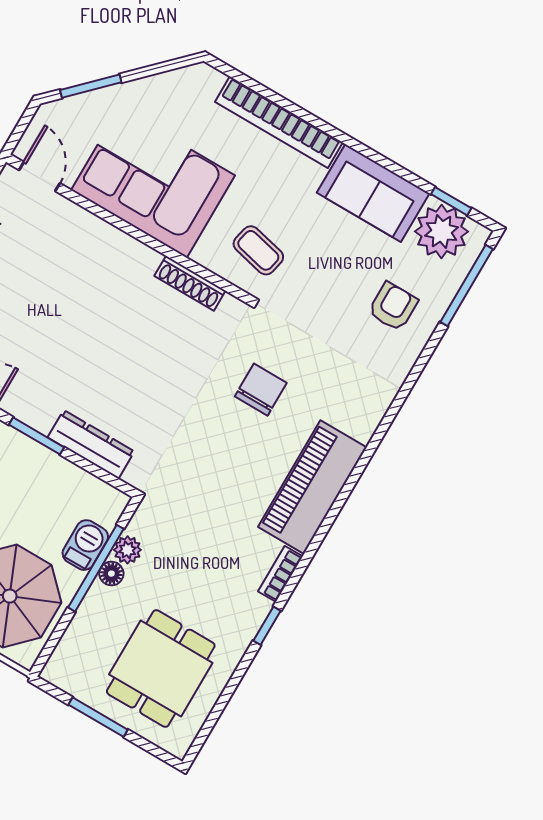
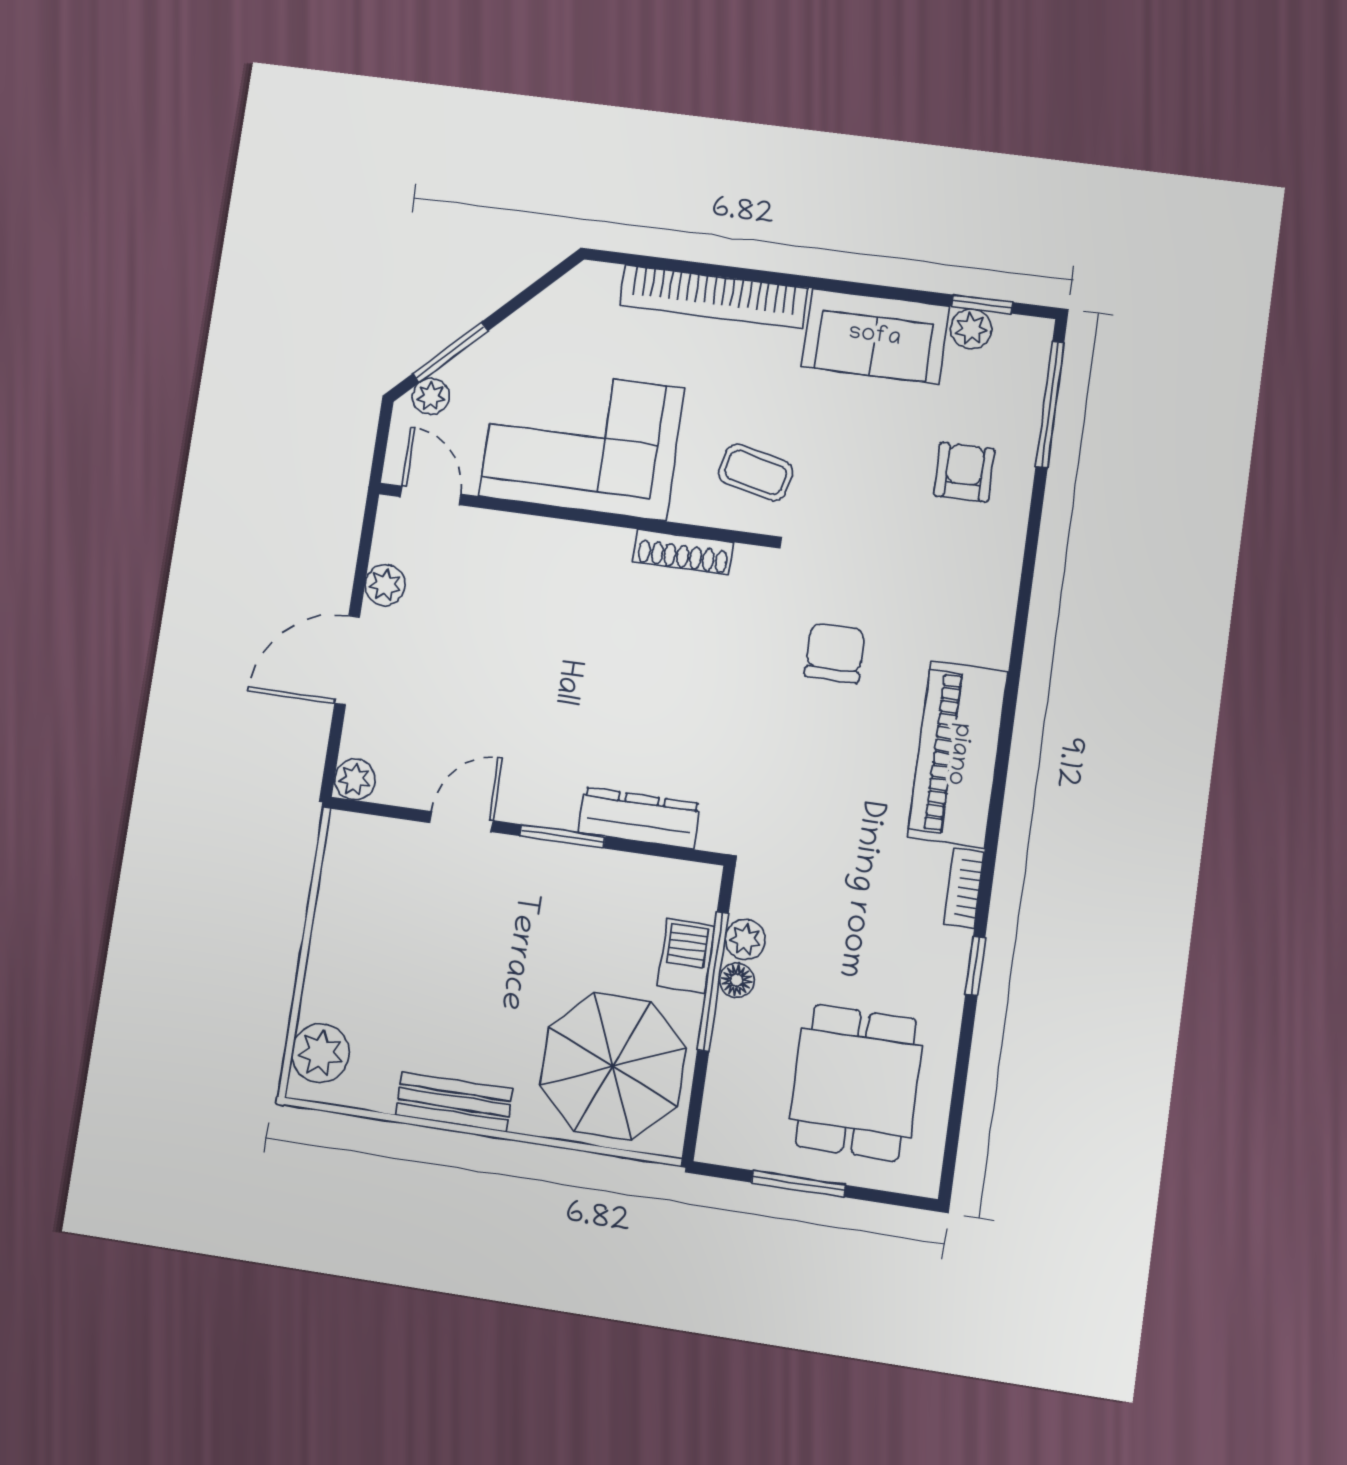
plant: (66, 110) -> (431, 396), added
plant: (441, 231) -> (971, 329), width x0.53, depth x0.53

